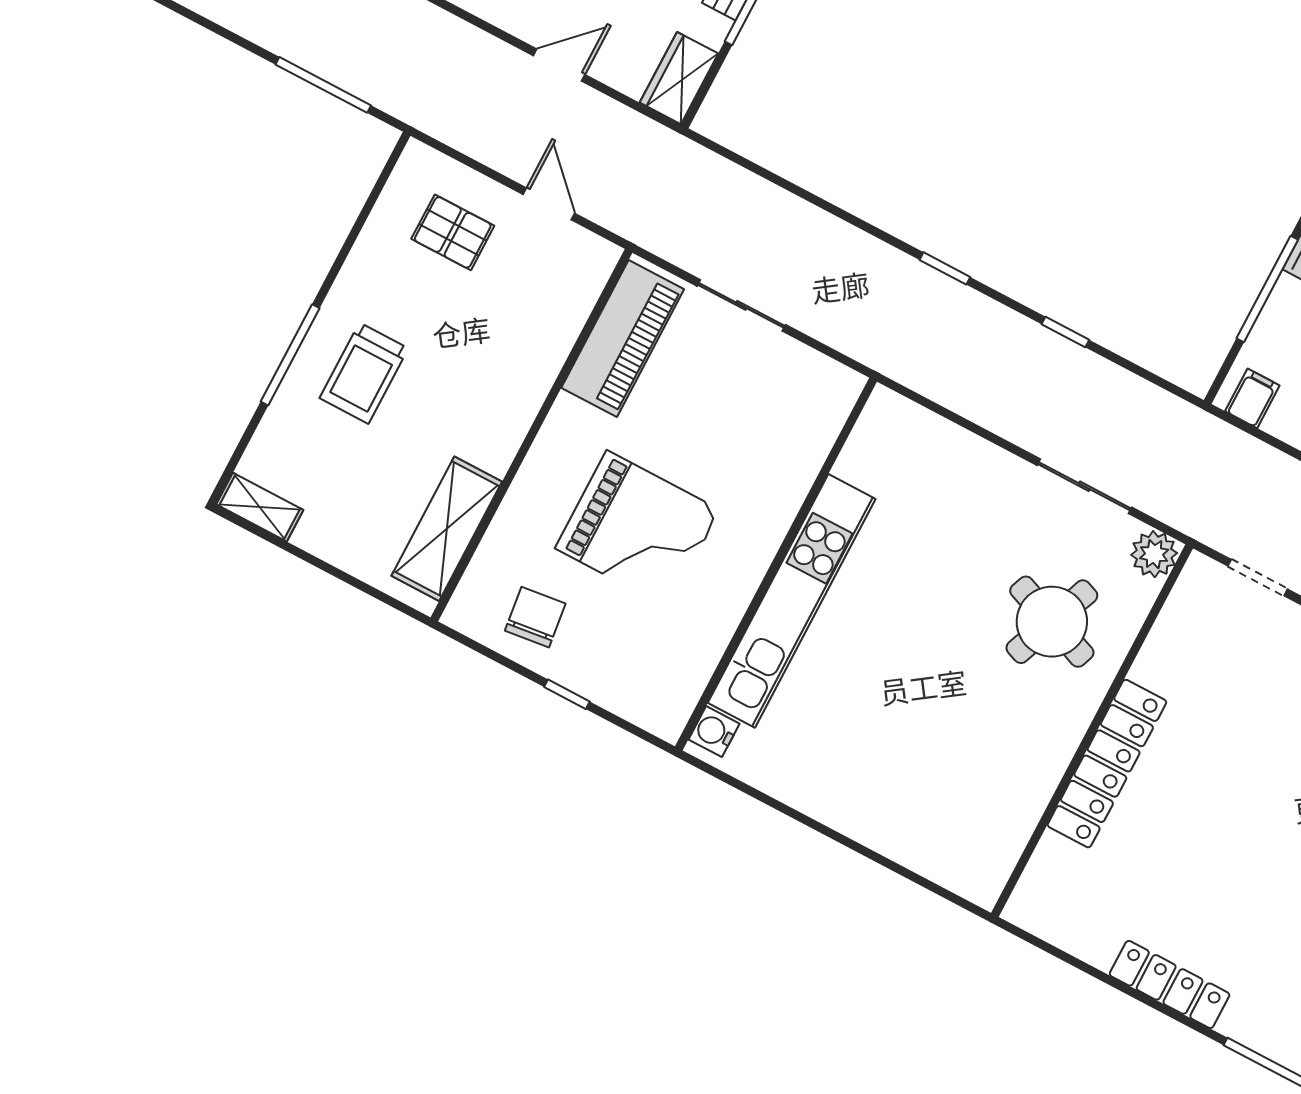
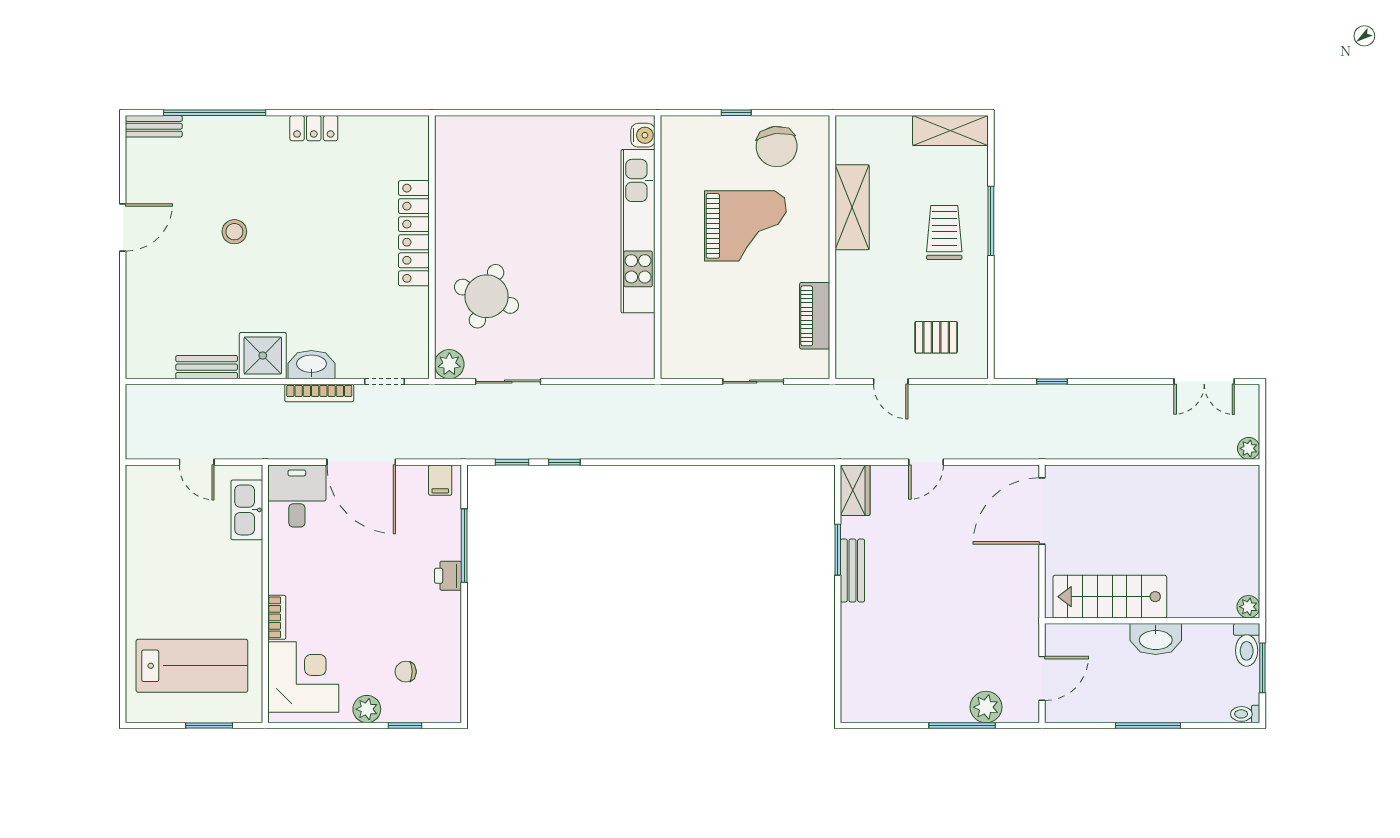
window: (323, 85) -> (1052, 382), width x0.46
window: (945, 268) -> (512, 462), moved
piano: (623, 339) -> (815, 316), width x0.73, depth x0.75
shelving: (260, 507) -> (950, 131), width x1.50, depth x1.33
shelving: (447, 529) -> (852, 207), moved
grand piano: (638, 529) -> (745, 226), turned 180
chair: (535, 617) -> (777, 147), width x1.37, depth x1.37
locker: (1170, 984) -> (314, 128), width x0.66

